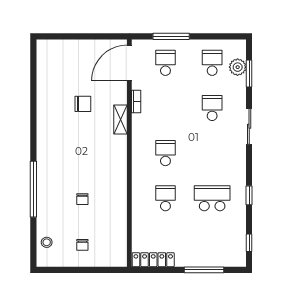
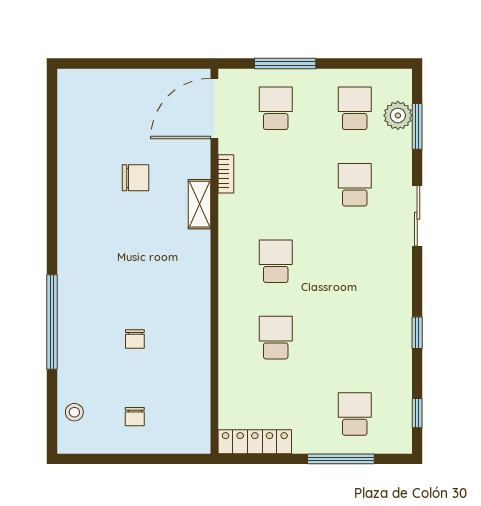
school desk: (212, 198) -> (355, 414), moved, width x0.54

